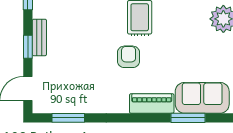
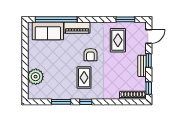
rug: (81, 82) -> (118, 40), added
window: (188, 118) -> (56, 19), width x2.11

